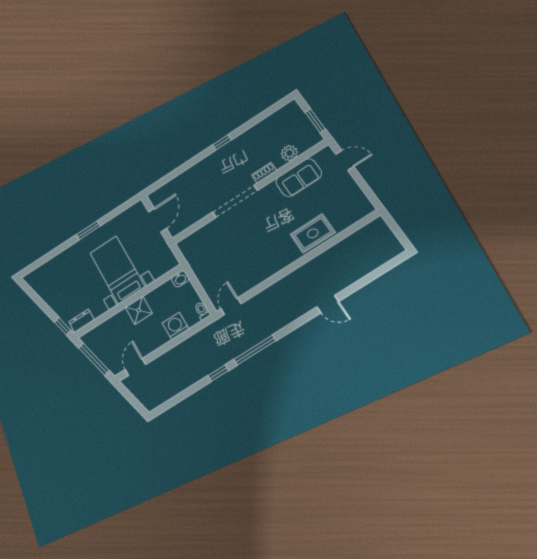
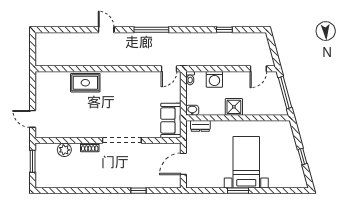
window: (222, 142) -> (138, 191), moved
sofa: (299, 178) -> (171, 121), moved, turned -90
bed with nightstands: (117, 270) -> (246, 162), moved, turned 180
dresser: (82, 321) -> (200, 126), moved
window: (63, 326) -> (302, 157), moved
window: (255, 350) -> (151, 30), moved
window: (218, 373) -> (224, 30), moved

